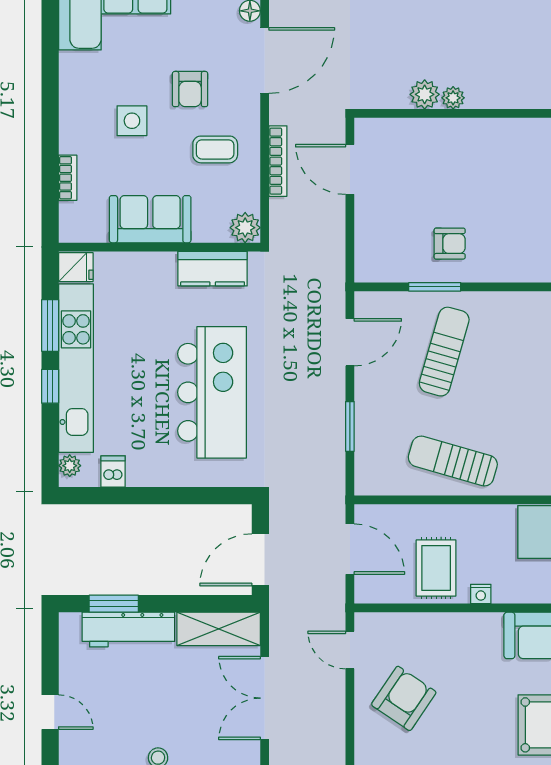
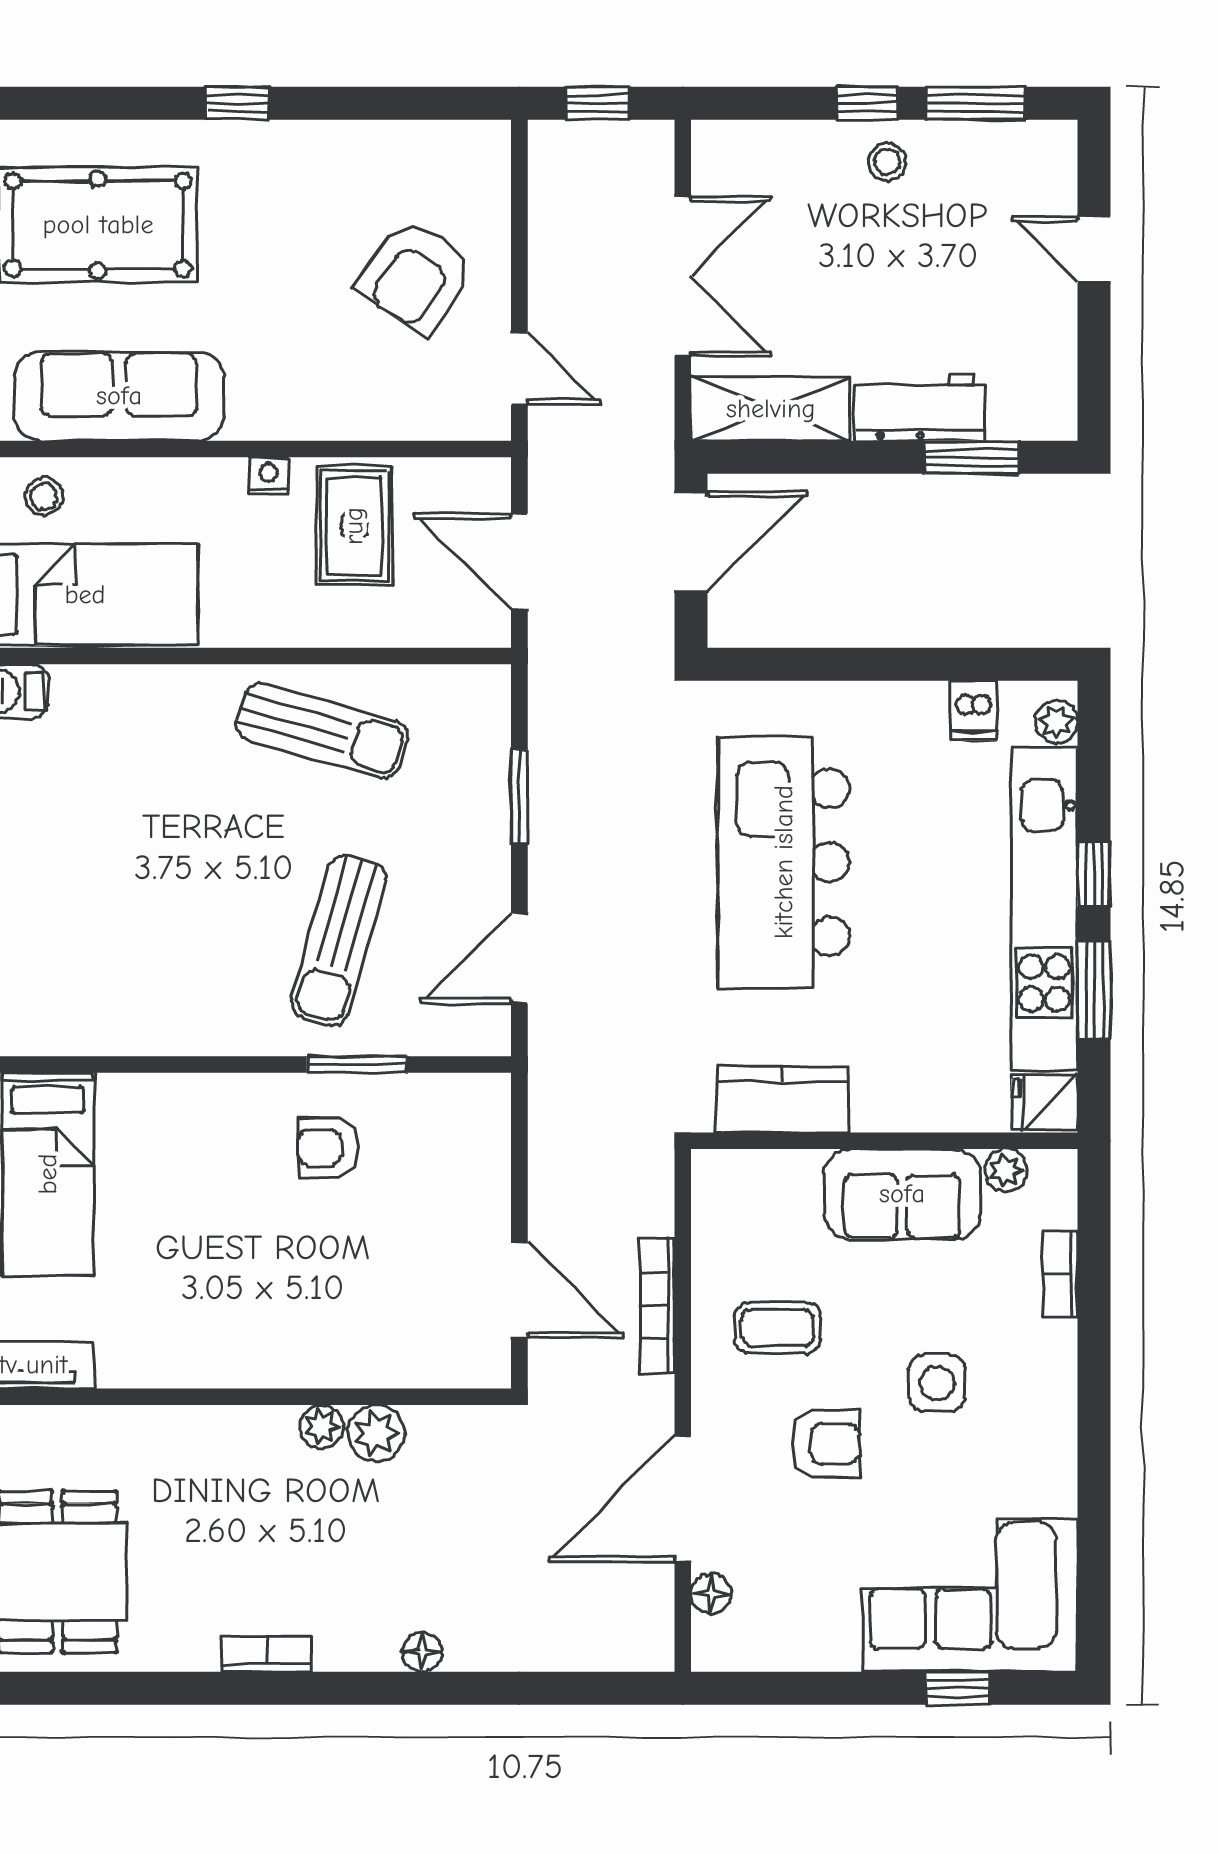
armchair: (190, 89) -> (826, 1444), turned 90
plant: (245, 228) -> (1006, 1170), moved, width x0.73, depth x0.73
workbench: (128, 630) -> (920, 408), width x0.73

